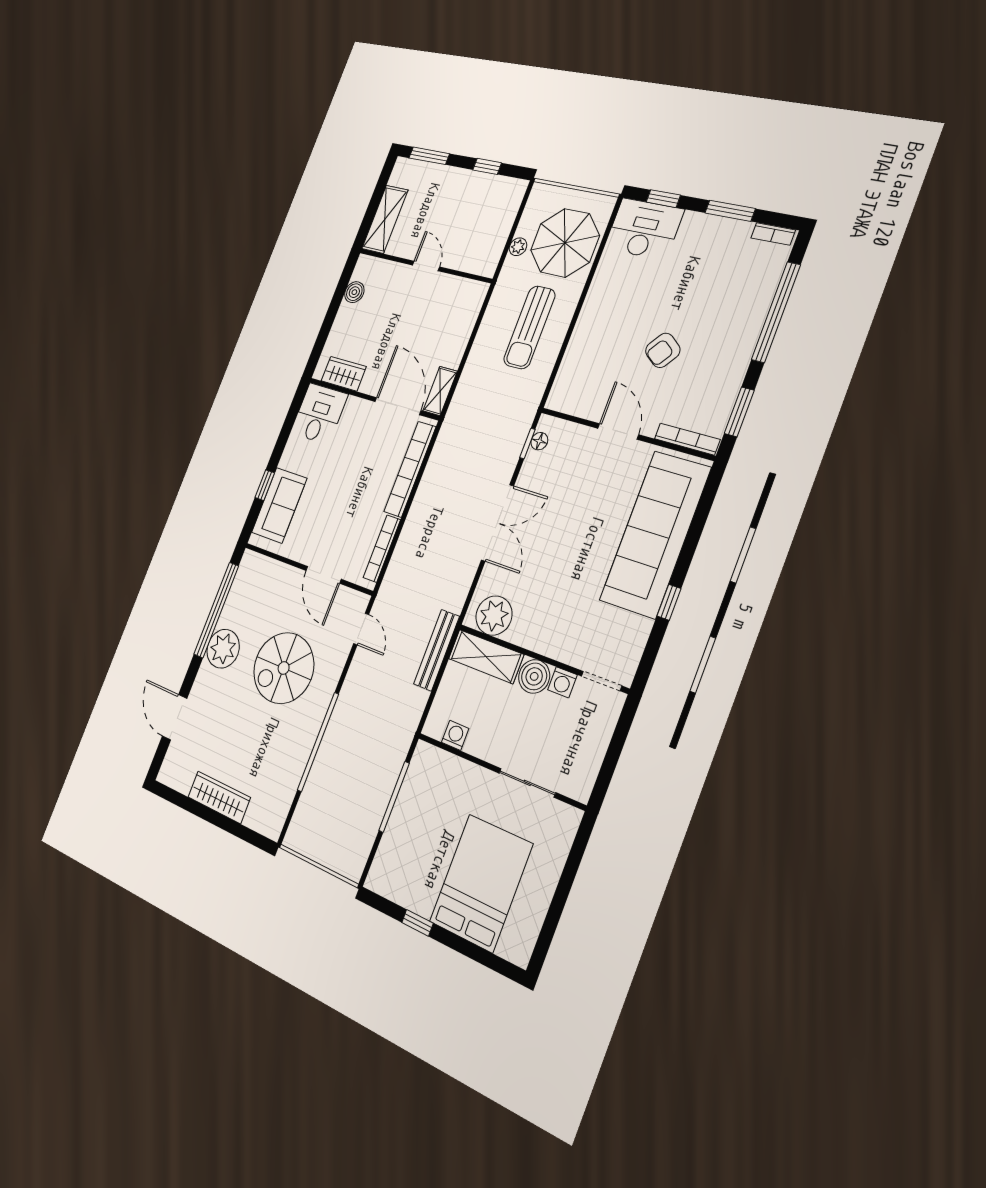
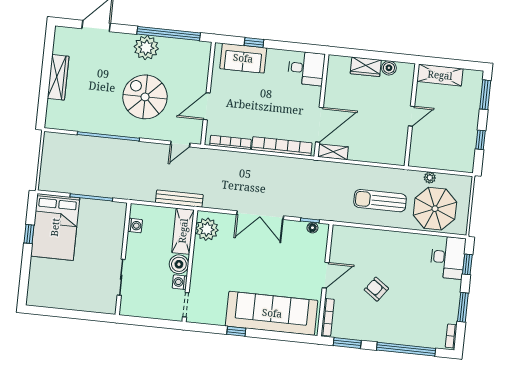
wardrobe: (344, 374) -> (366, 67), moved, turned 90
bed: (481, 883) -> (55, 227), moved, turned 90

